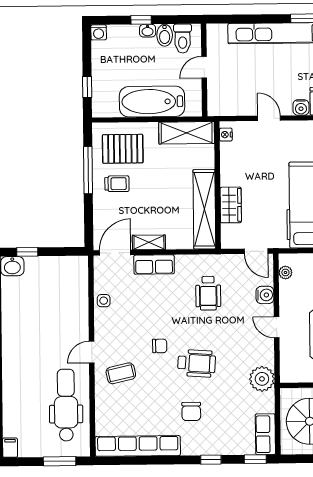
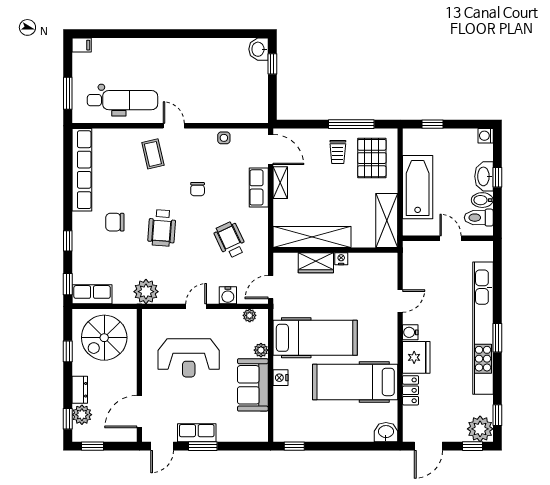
washbasin: (148, 31) -> (484, 176), width x1.91, depth x1.45
nightstand: (226, 135) -> (341, 259), moved
wheelchair: (208, 293) -> (230, 240), turned 65
chair: (160, 346) -> (198, 189), moved

